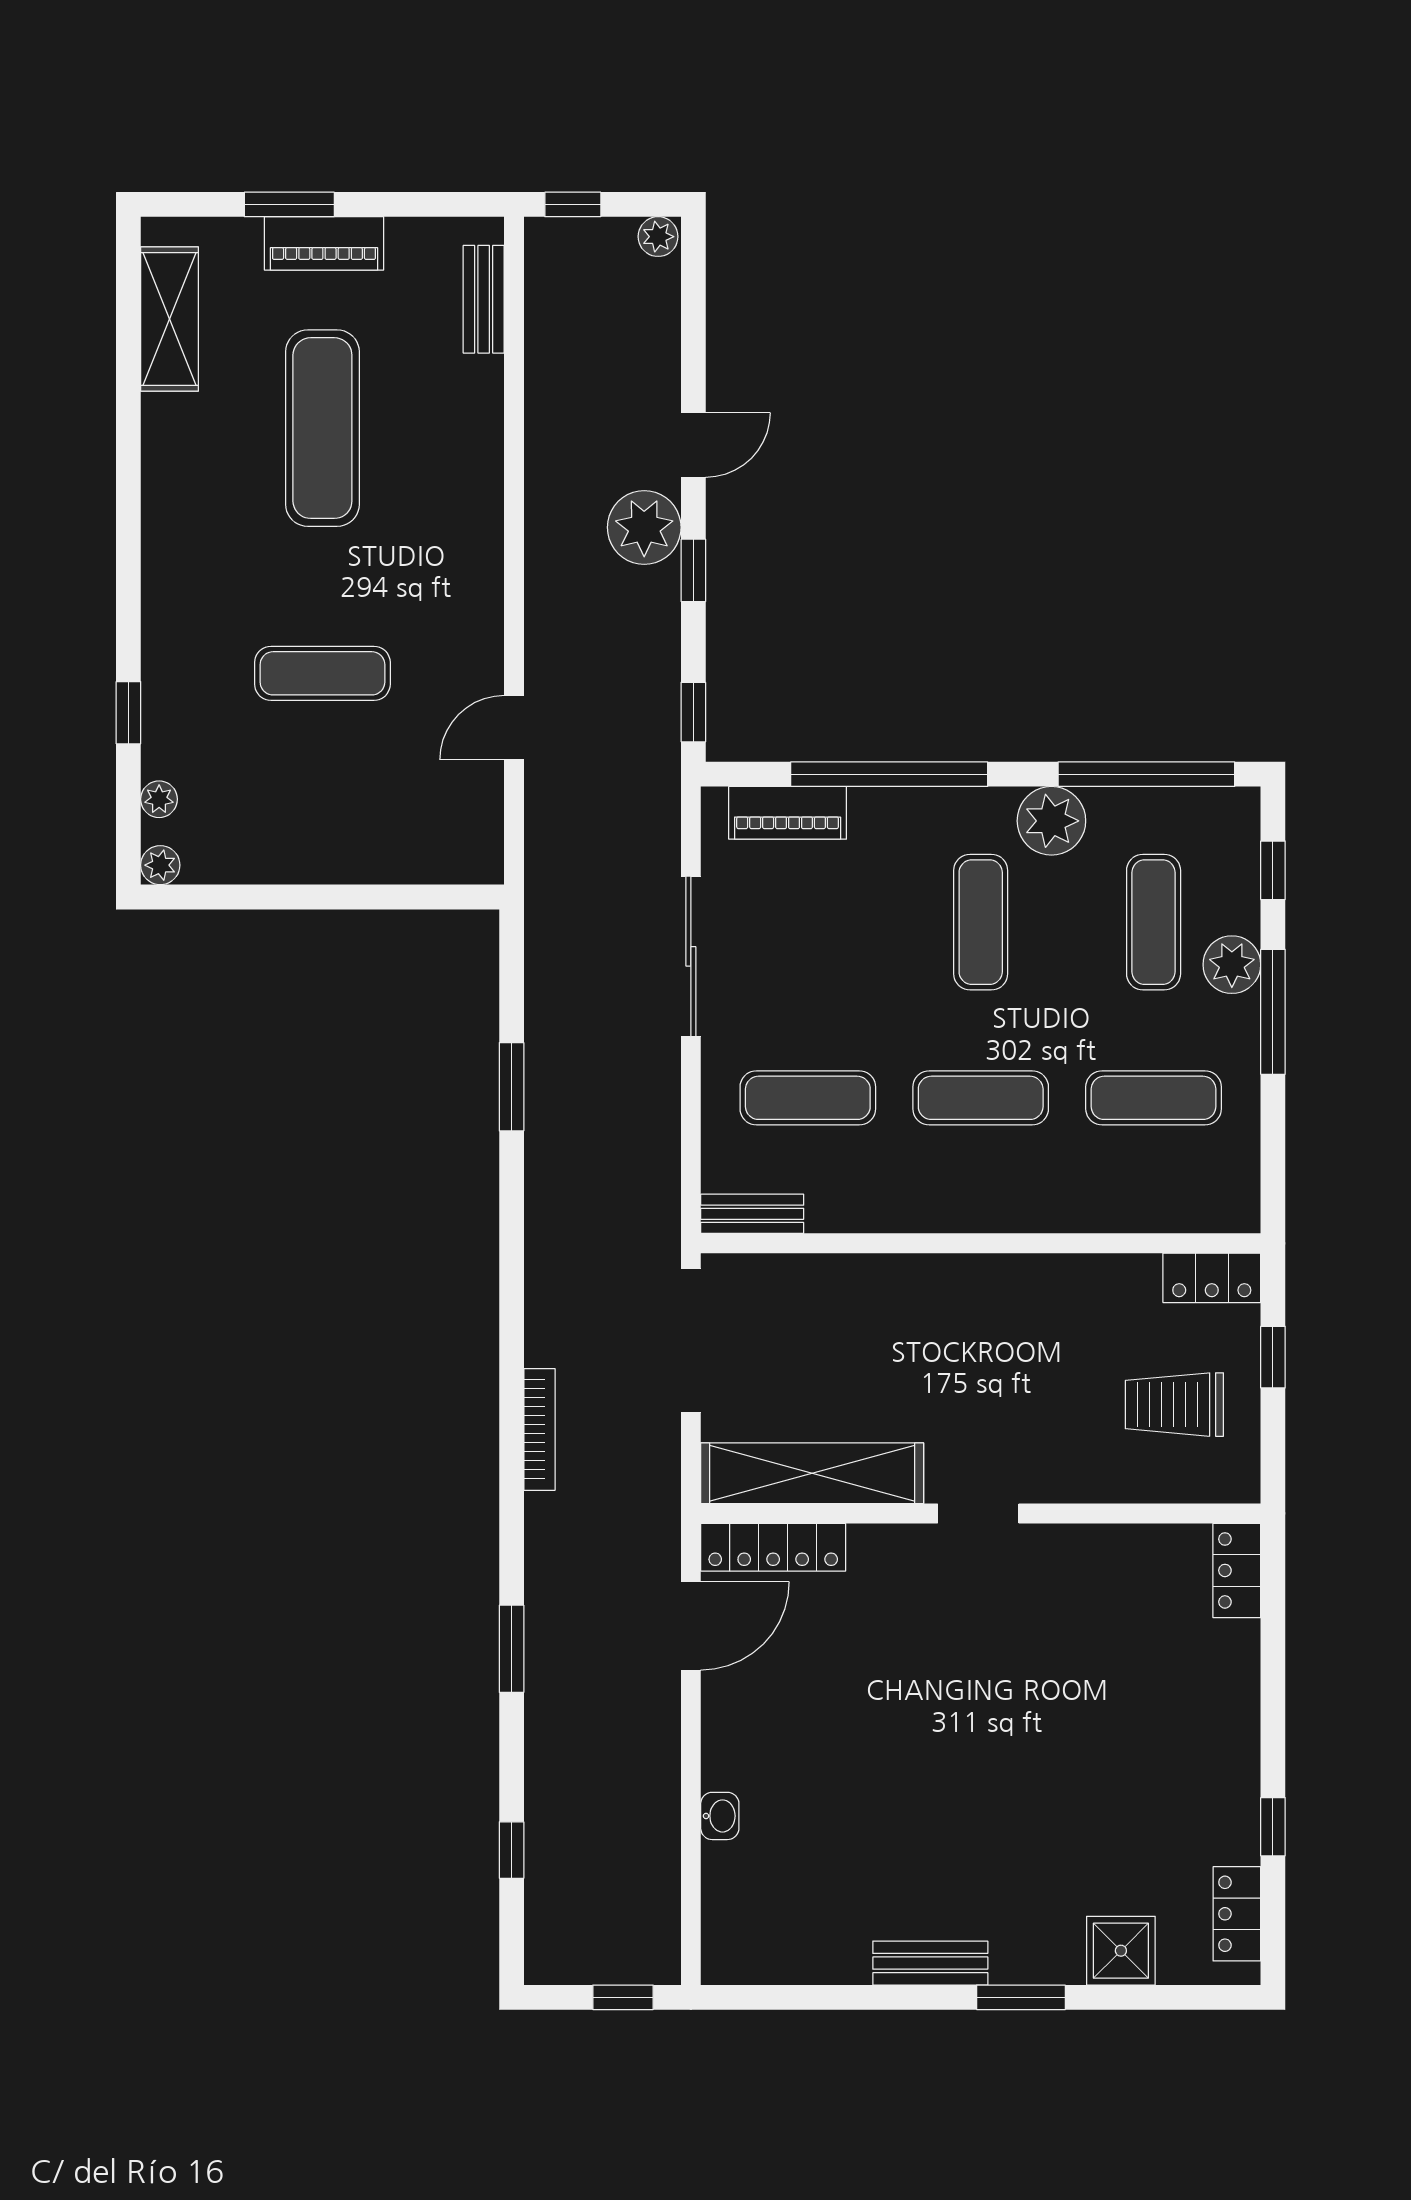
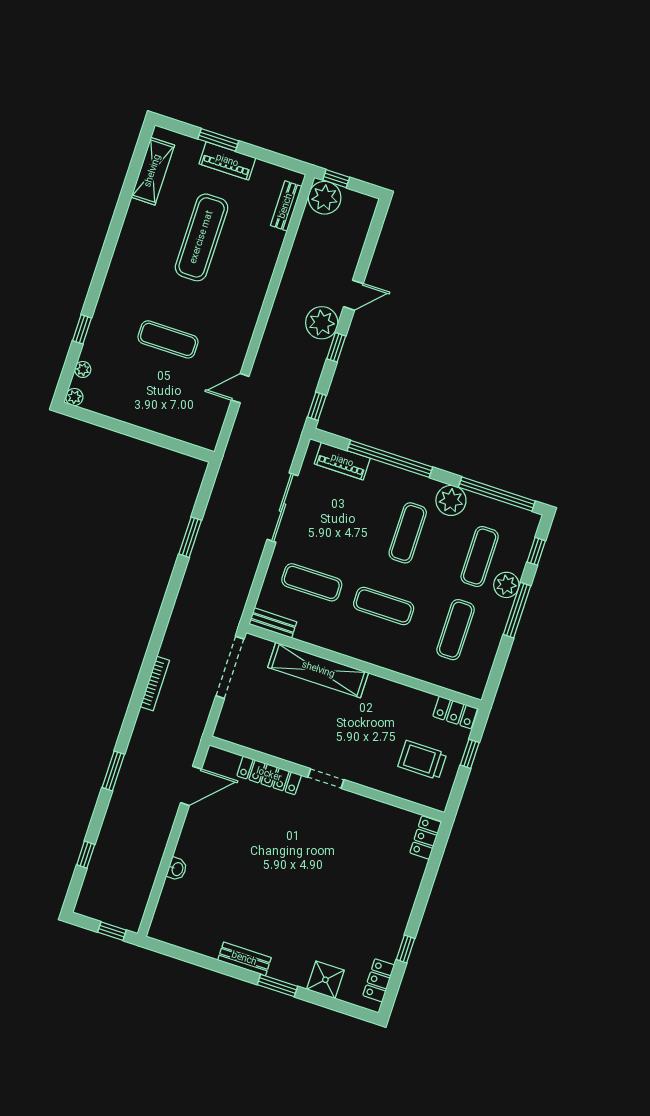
plant: (658, 237) -> (325, 198), moved, width x1.87, depth x1.87
exercise mat: (1154, 1098) -> (456, 630), turned 90
shelving: (812, 1473) -> (318, 670), moved
locker: (773, 1547) -> (269, 775), moved

